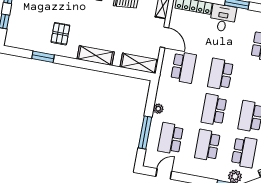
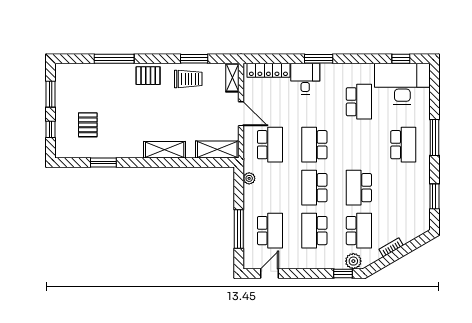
pallet: (60, 34) -> (88, 125), moved
plant: (158, 109) -> (249, 178), moved
school desk: (171, 138) -> (270, 231), turned 180

